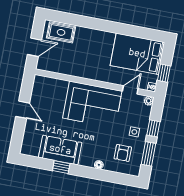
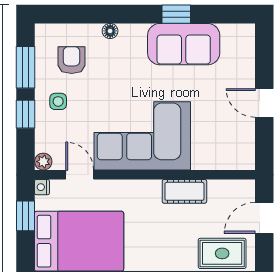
cot: (75, 70) -> (184, 191), added
door: (130, 90) -> (80, 175), swing flipped

